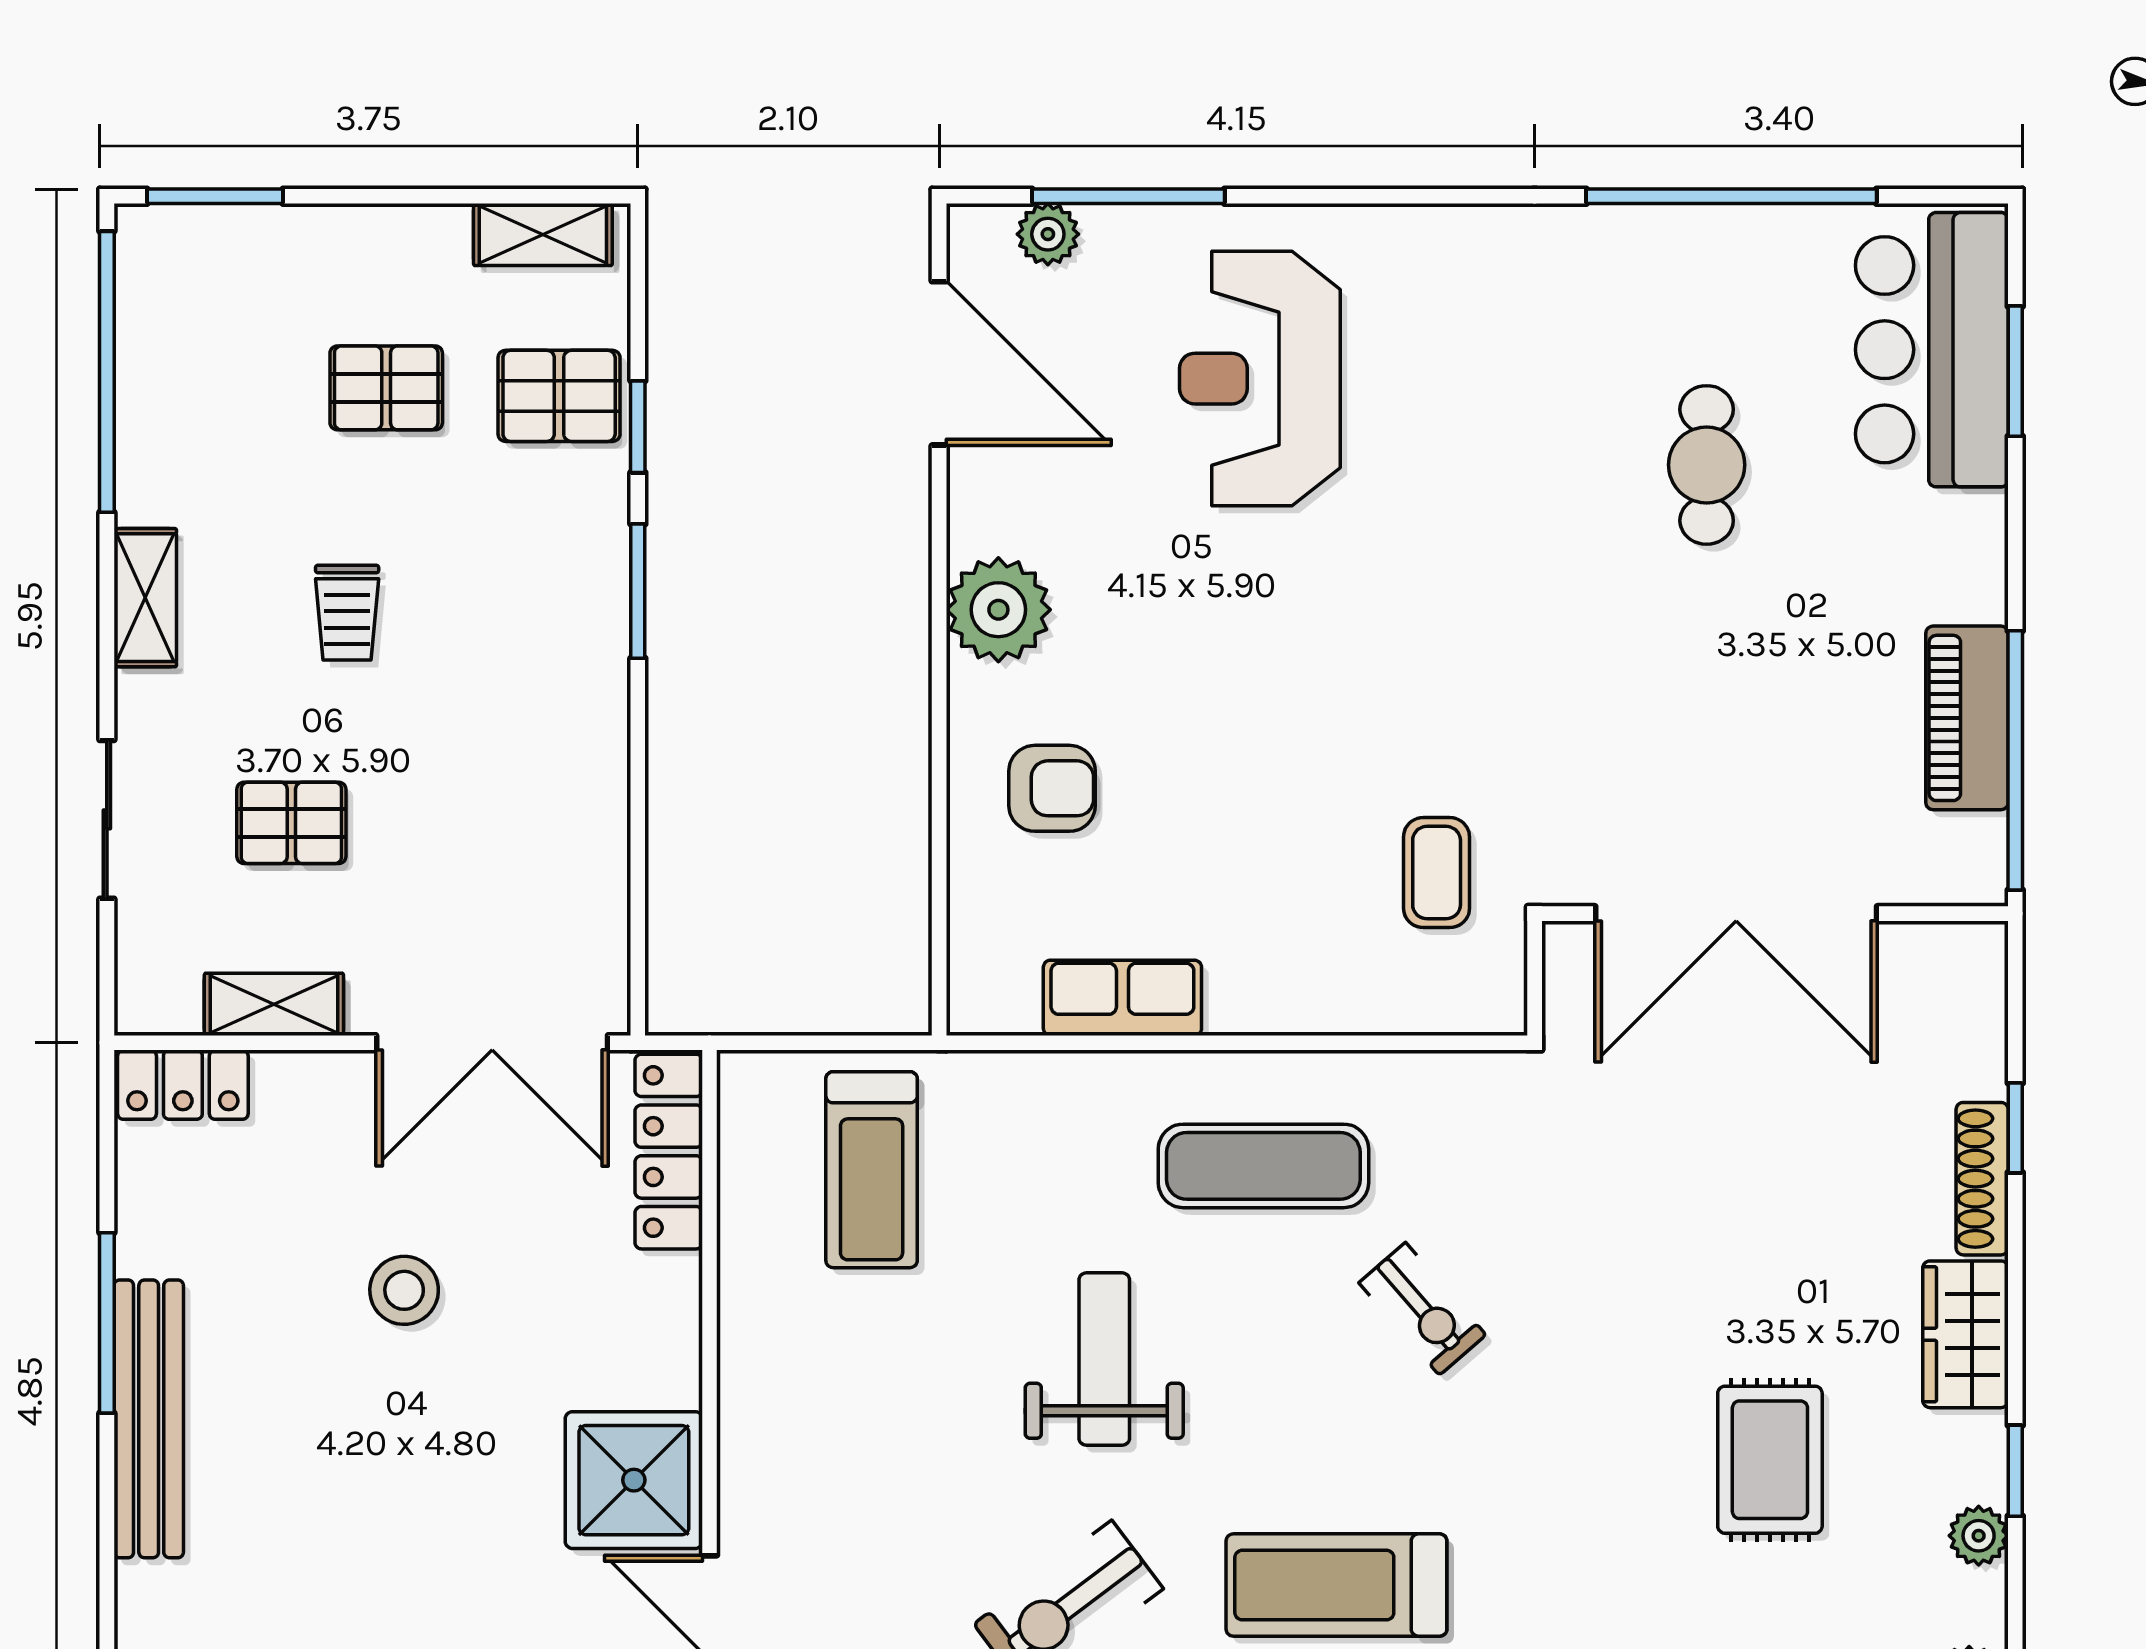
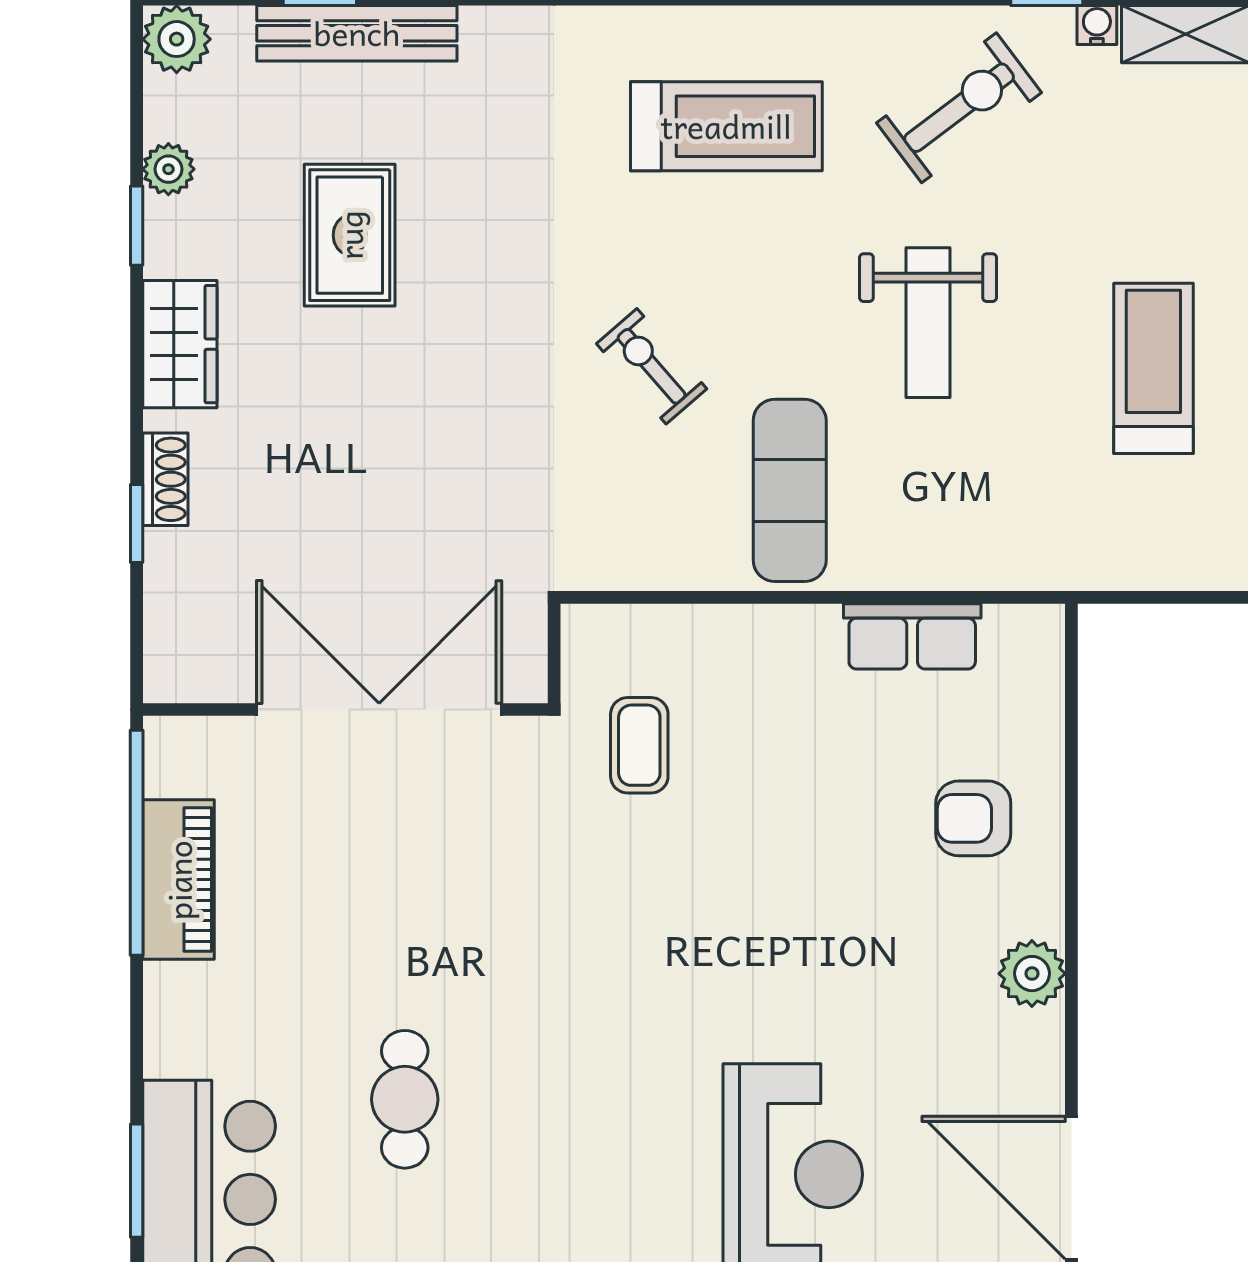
plant: (998, 610) -> (1032, 974), width x0.73, depth x0.73
exercise mat: (1263, 1166) -> (790, 490), turned 90
treadmill: (872, 1170) -> (1153, 368), moved
shoe rack: (1982, 1179) -> (165, 479), width x0.70

